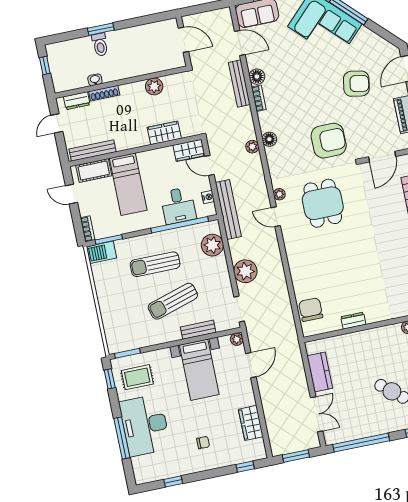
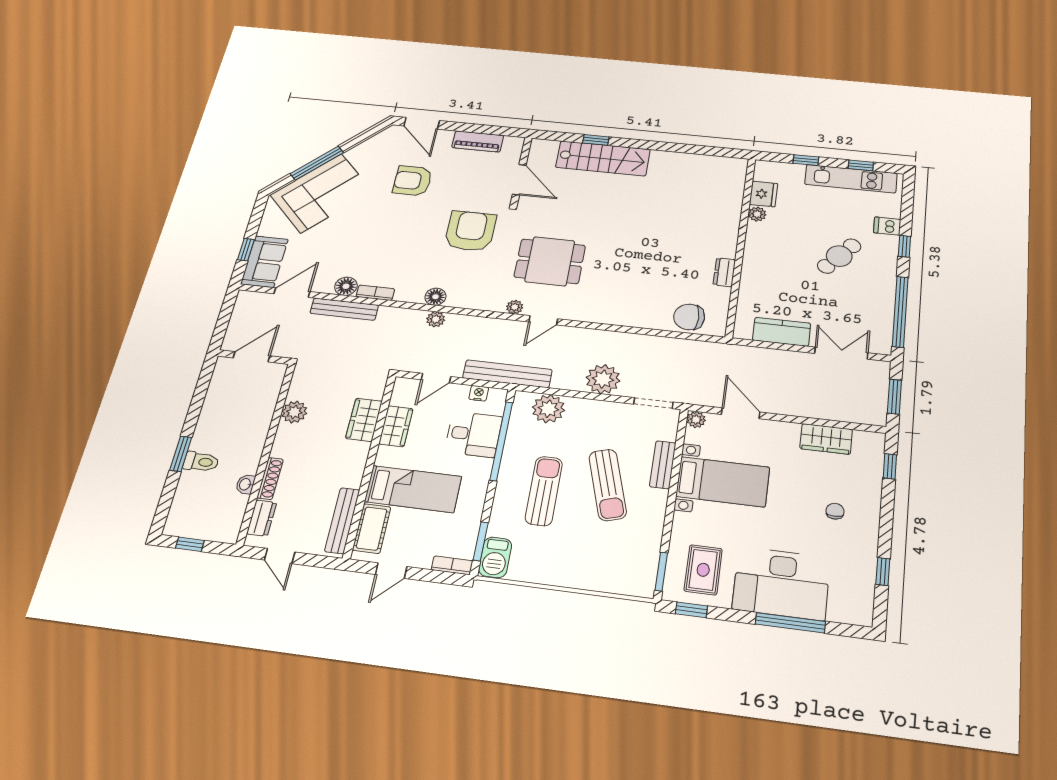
armchair: (356, 84) -> (413, 181), turned -100
wardrobe: (189, 150) -> (396, 426), moved
sun lounger: (155, 264) -> (544, 491), turned 180

